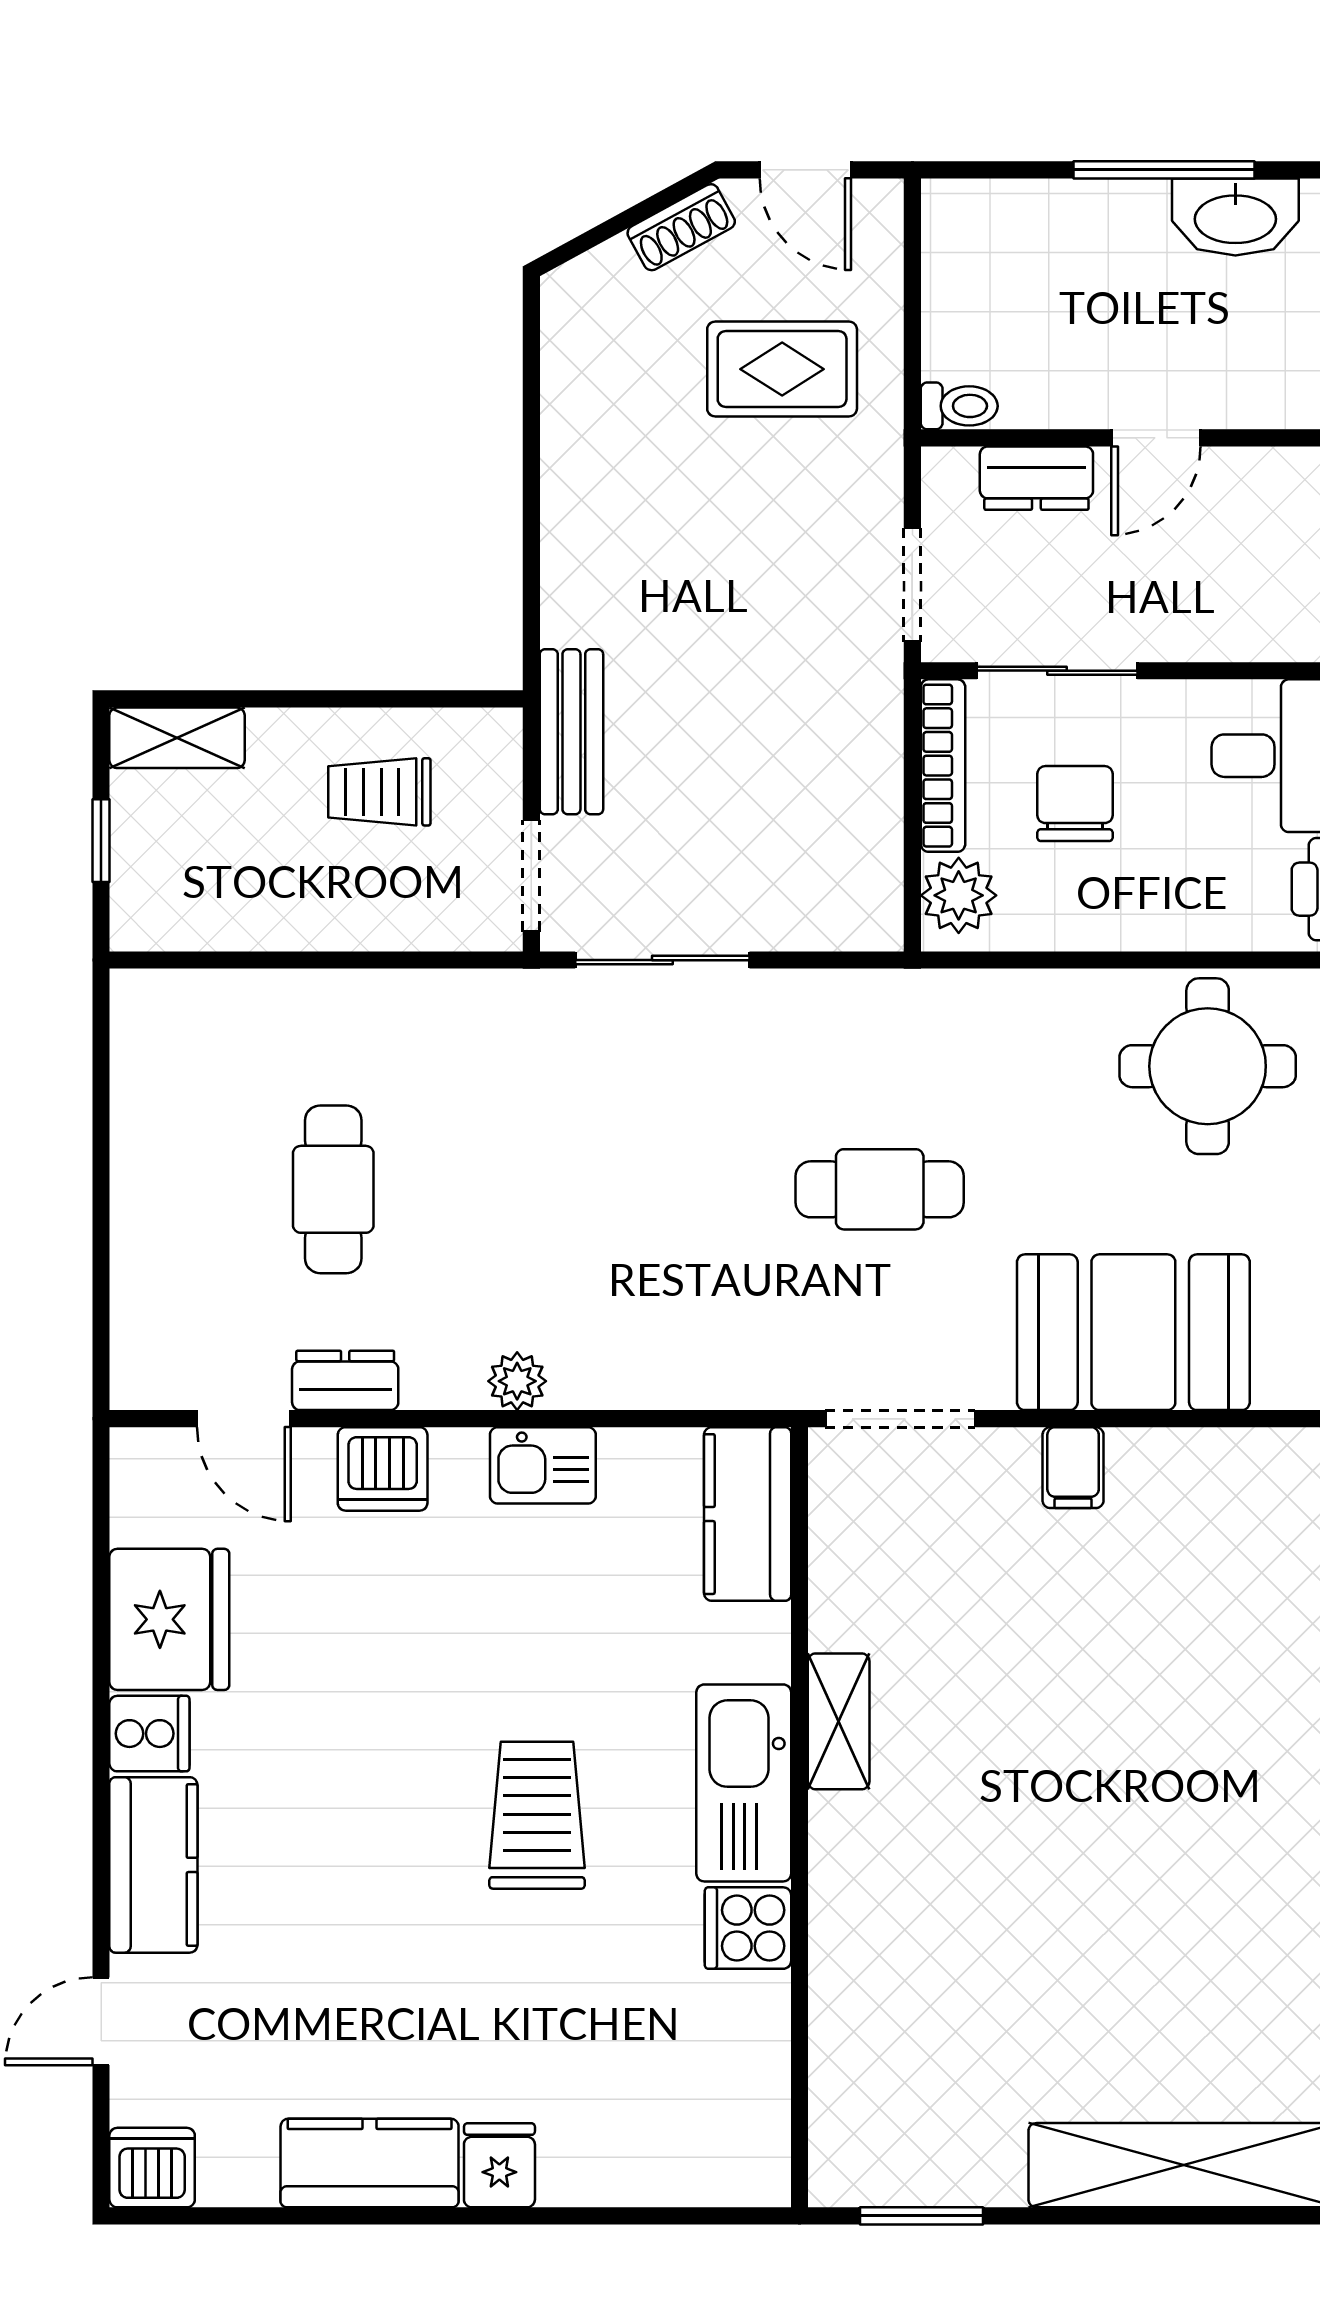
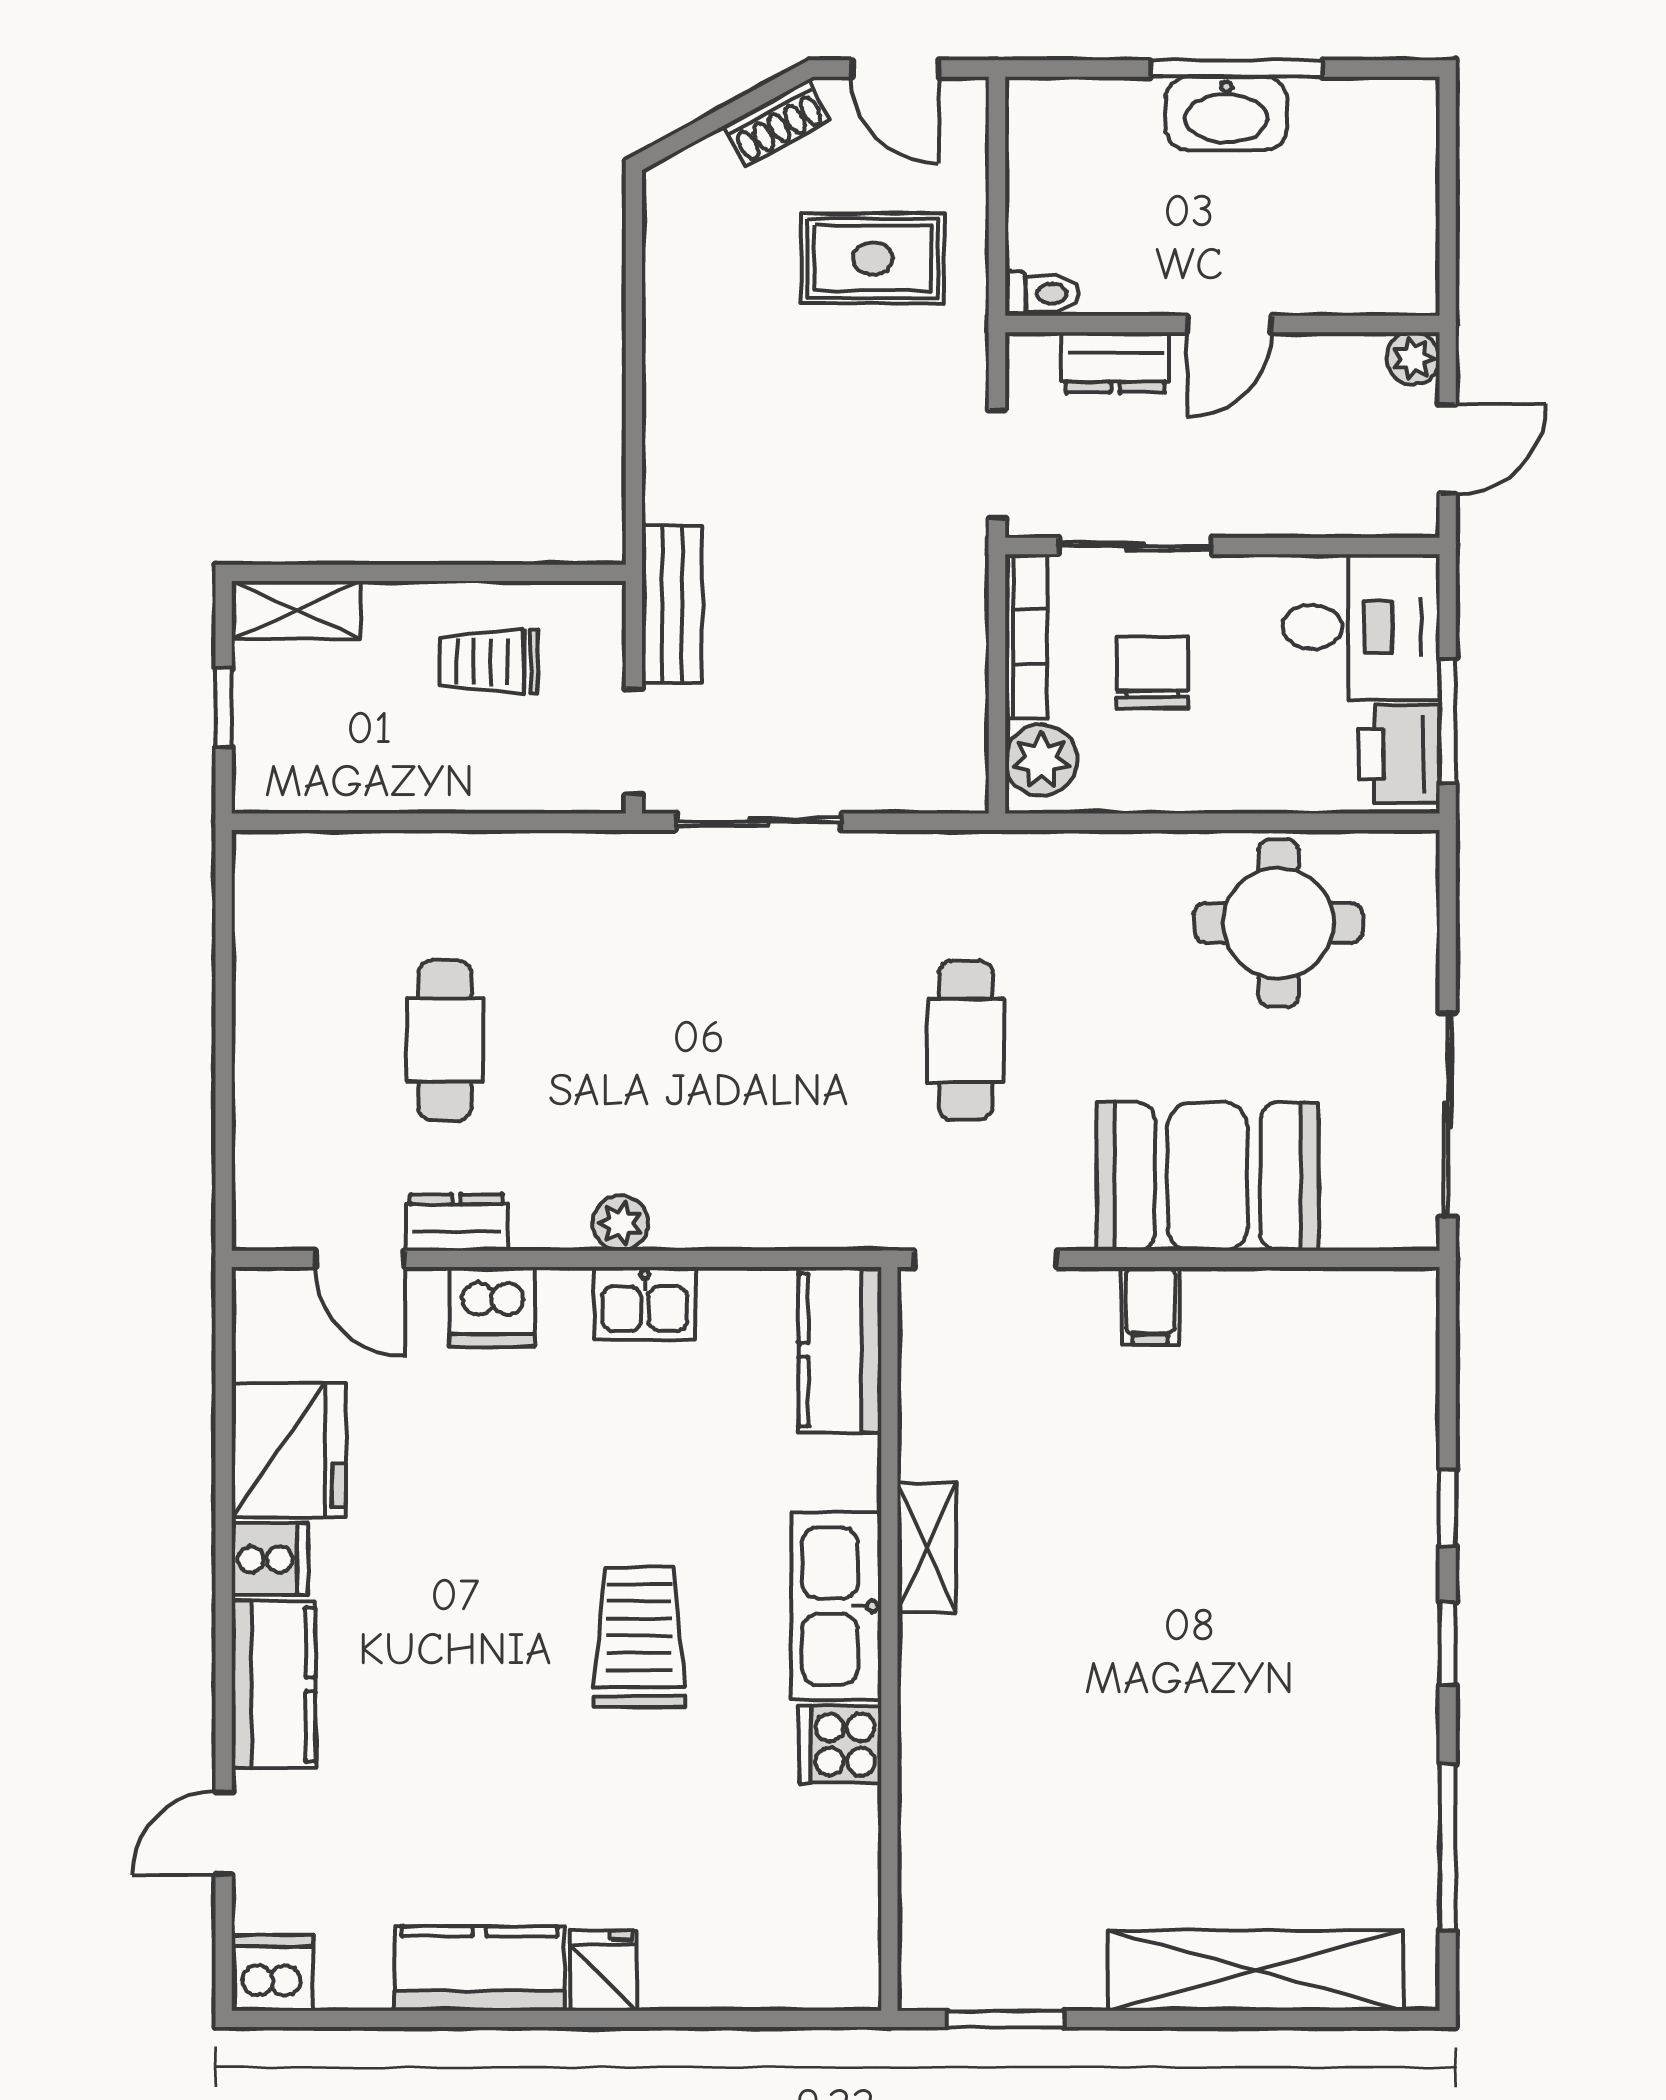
washbasin: (1235, 217) -> (1226, 113), moved
cafe table: (880, 1189) -> (966, 1040), turned 90

